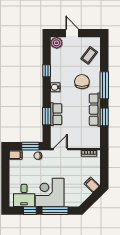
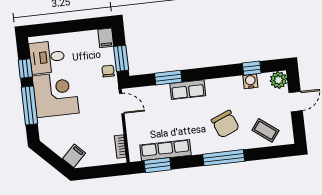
window: (47, 71) -> (252, 68), moved
chair: (82, 82) -> (225, 124), turned 68
water cooler: (55, 87) -> (250, 81), moved
row of seats: (95, 110) -> (165, 150), moved
row of seats: (56, 114) -> (188, 90), moved
window: (104, 117) -> (158, 165), moved

